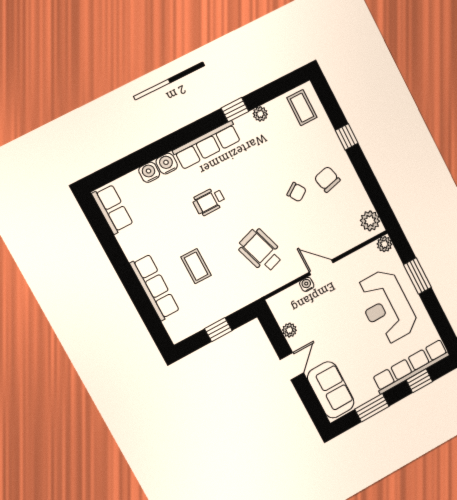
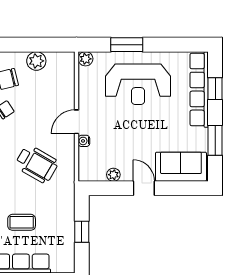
plant: (370, 221) -> (36, 61), moved
wheelchair: (261, 251) -> (37, 164), turned -132

